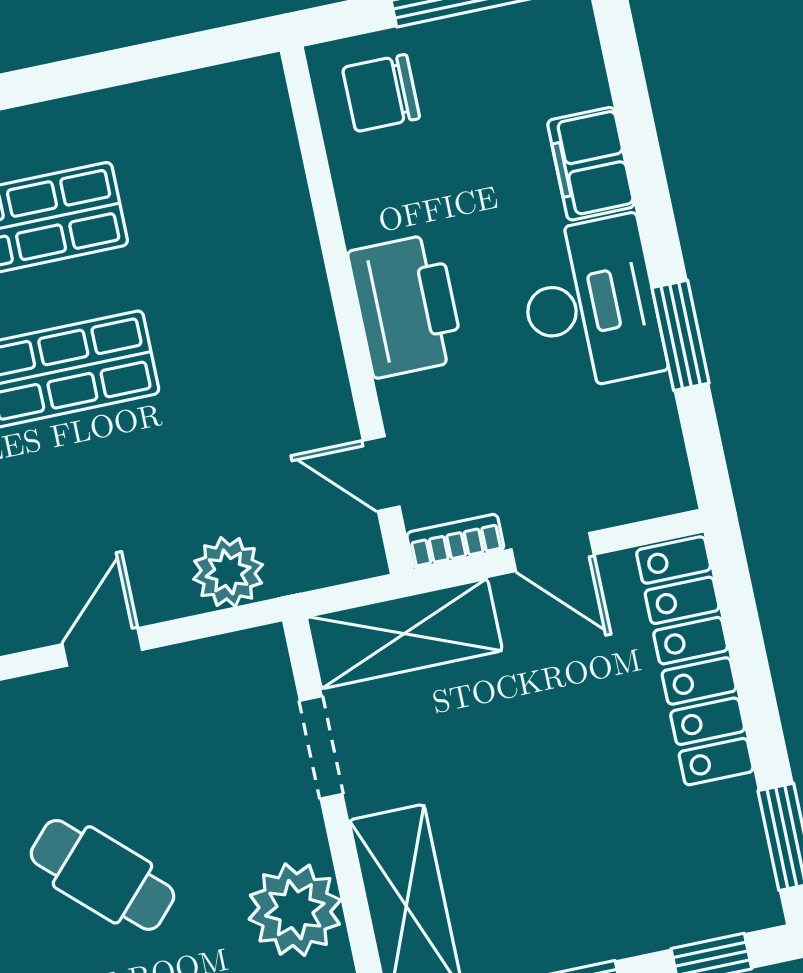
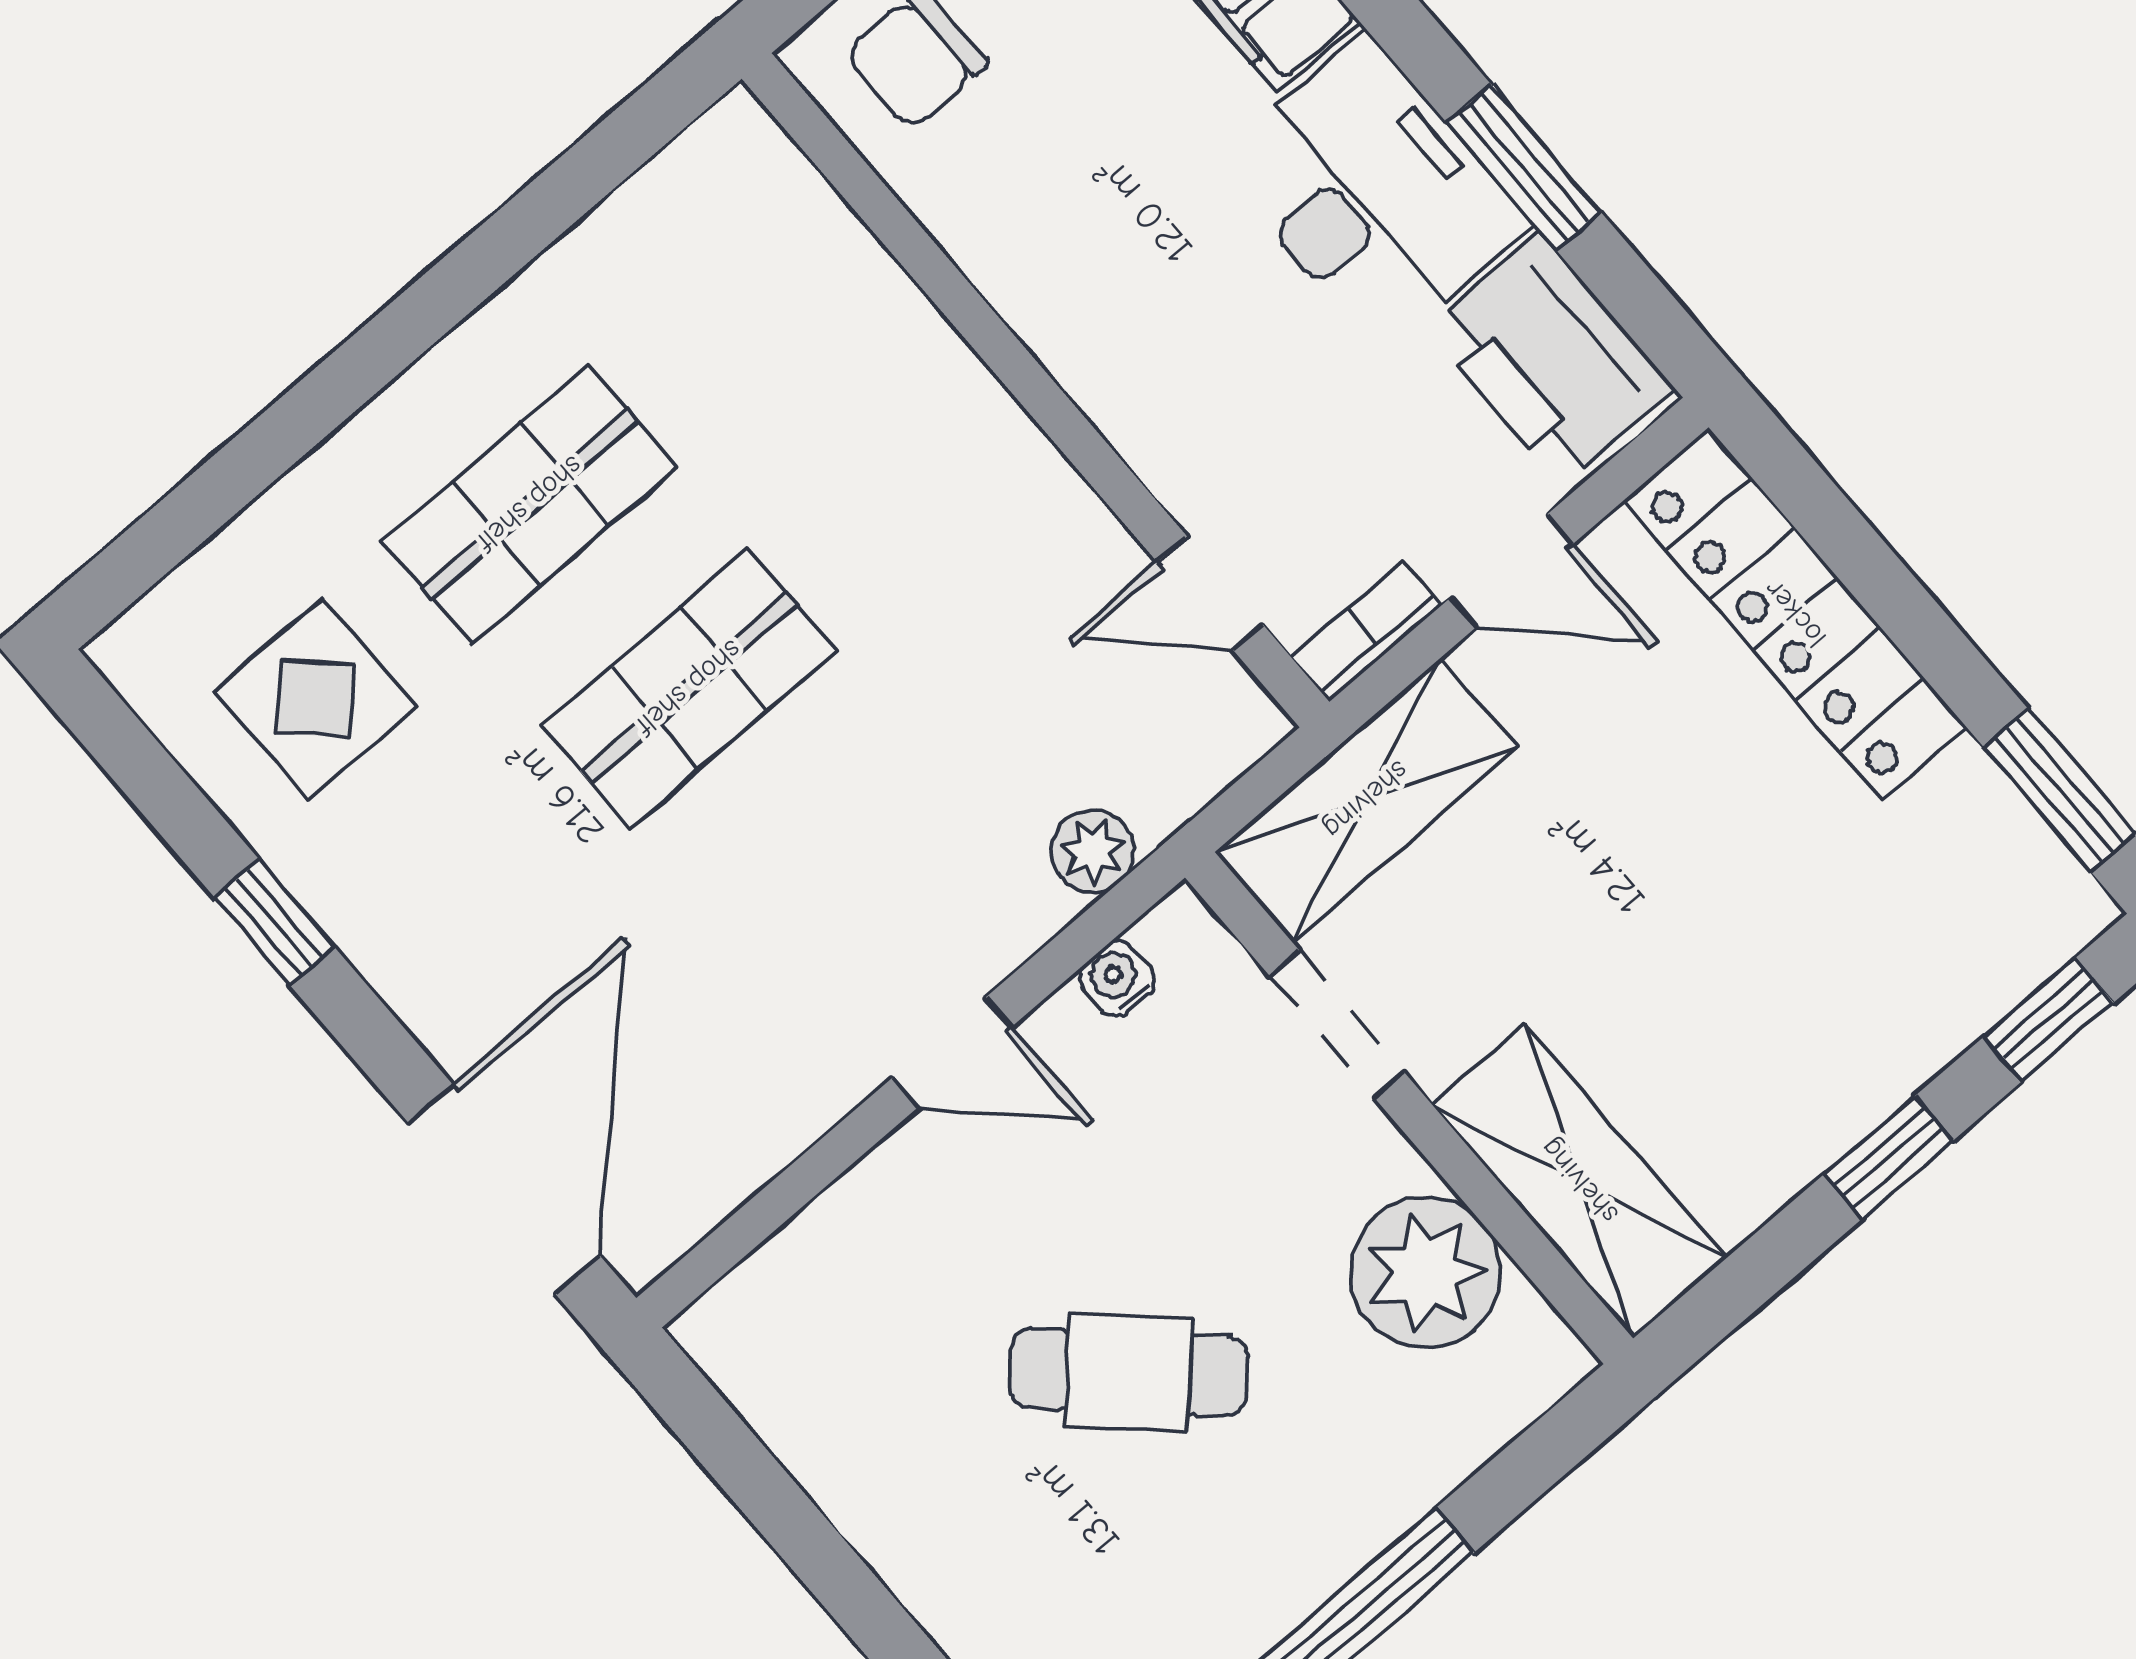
printer: (406, 306) -> (1551, 359), moved, turned 180
plant: (228, 572) -> (1093, 851), width x0.73, depth x0.73
door: (102, 647) -> (952, 1052), swing flipped
water cooler: (214, 656) -> (1117, 978), added

